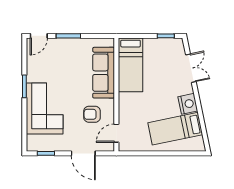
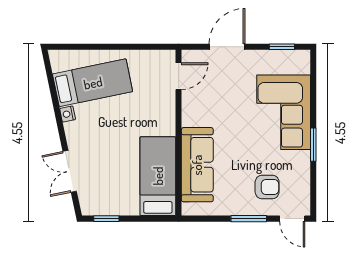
door: (39, 36) -> (292, 219), swing flipped
nightstand: (188, 104) -> (68, 114), width x0.53, depth x0.56
armchair: (92, 114) -> (267, 187), moved
door: (83, 153) -> (227, 47), hinge flipped

